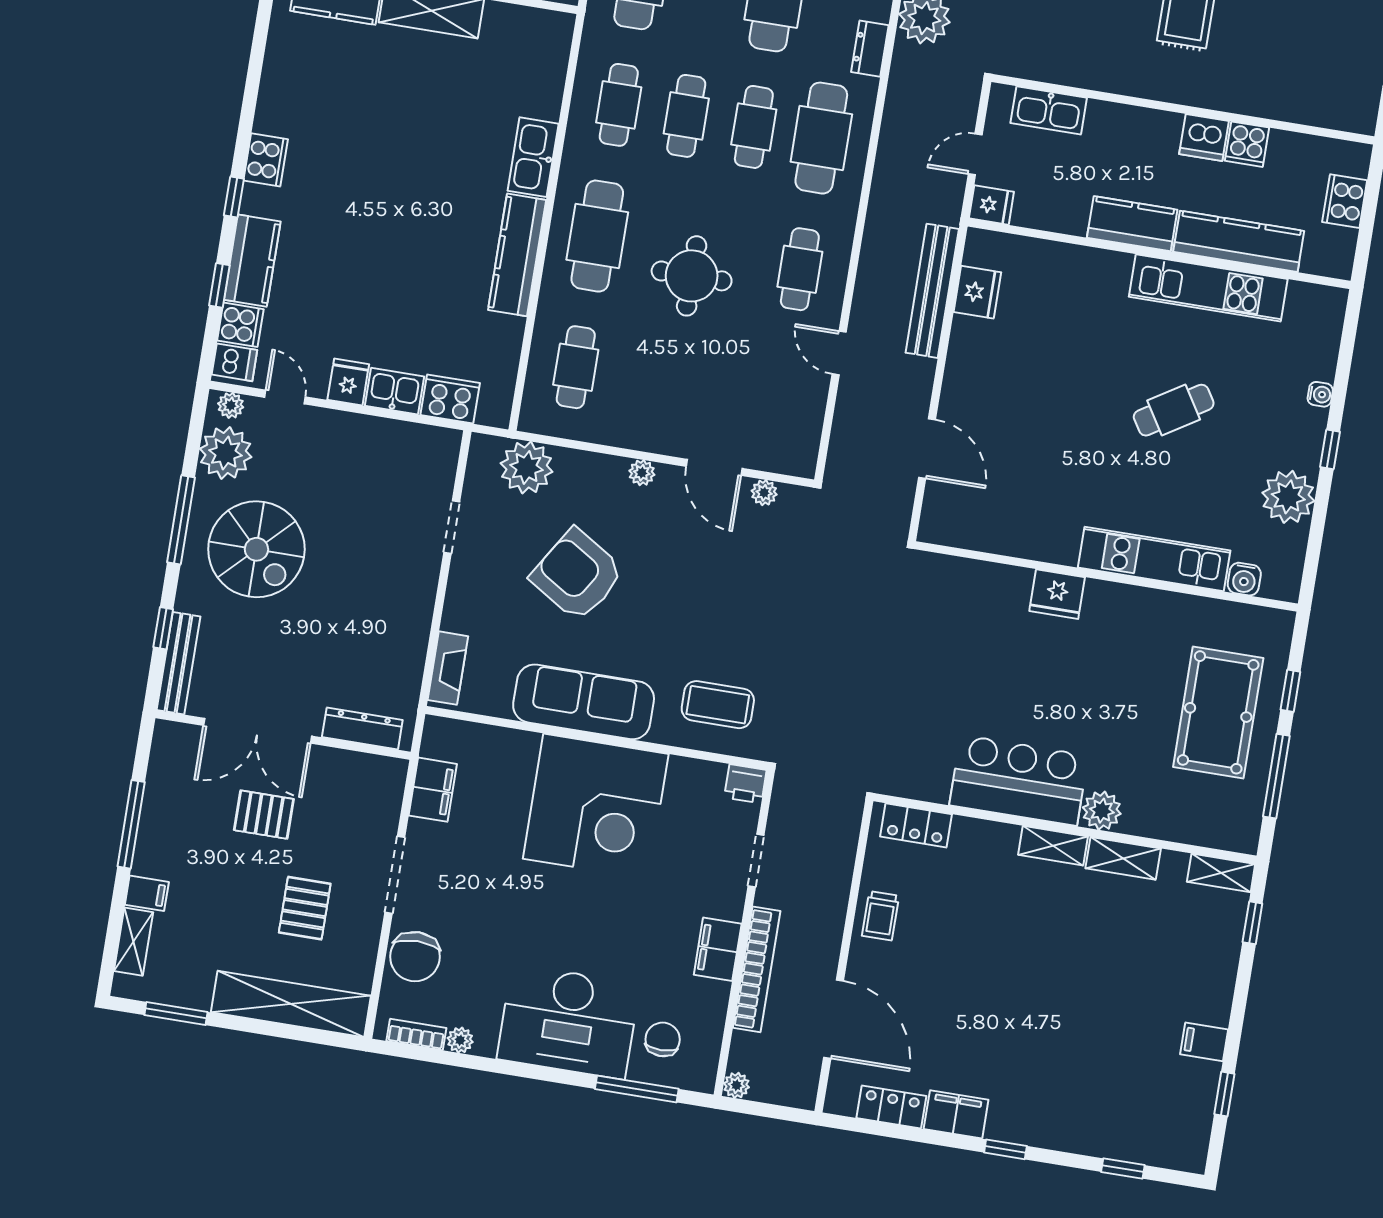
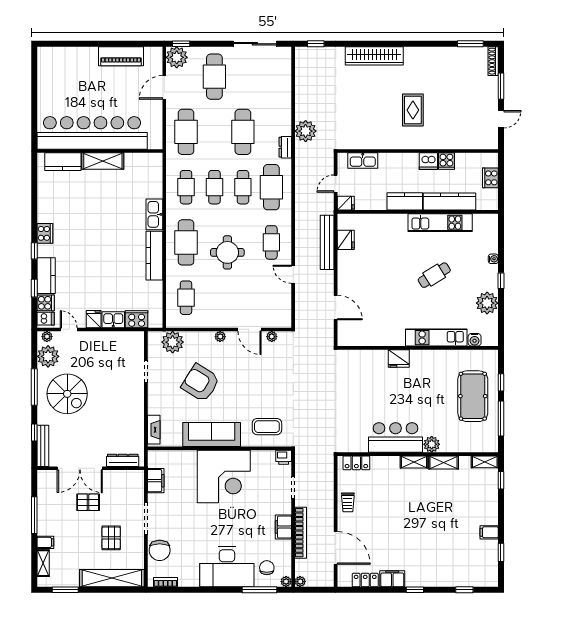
plant: (460, 1040) -> (286, 582), moved

